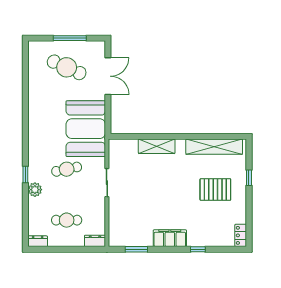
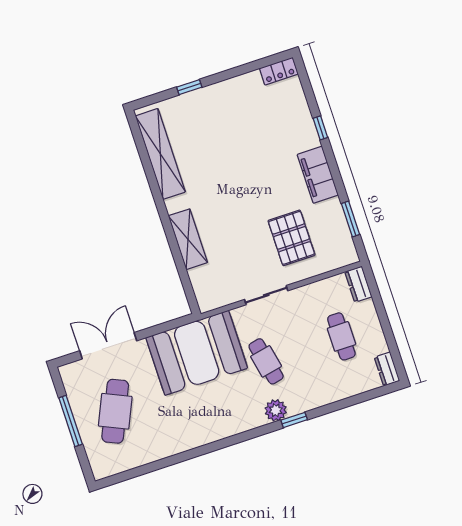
pallet: (215, 189) -> (291, 238), moved
plant: (35, 190) -> (276, 410), moved

